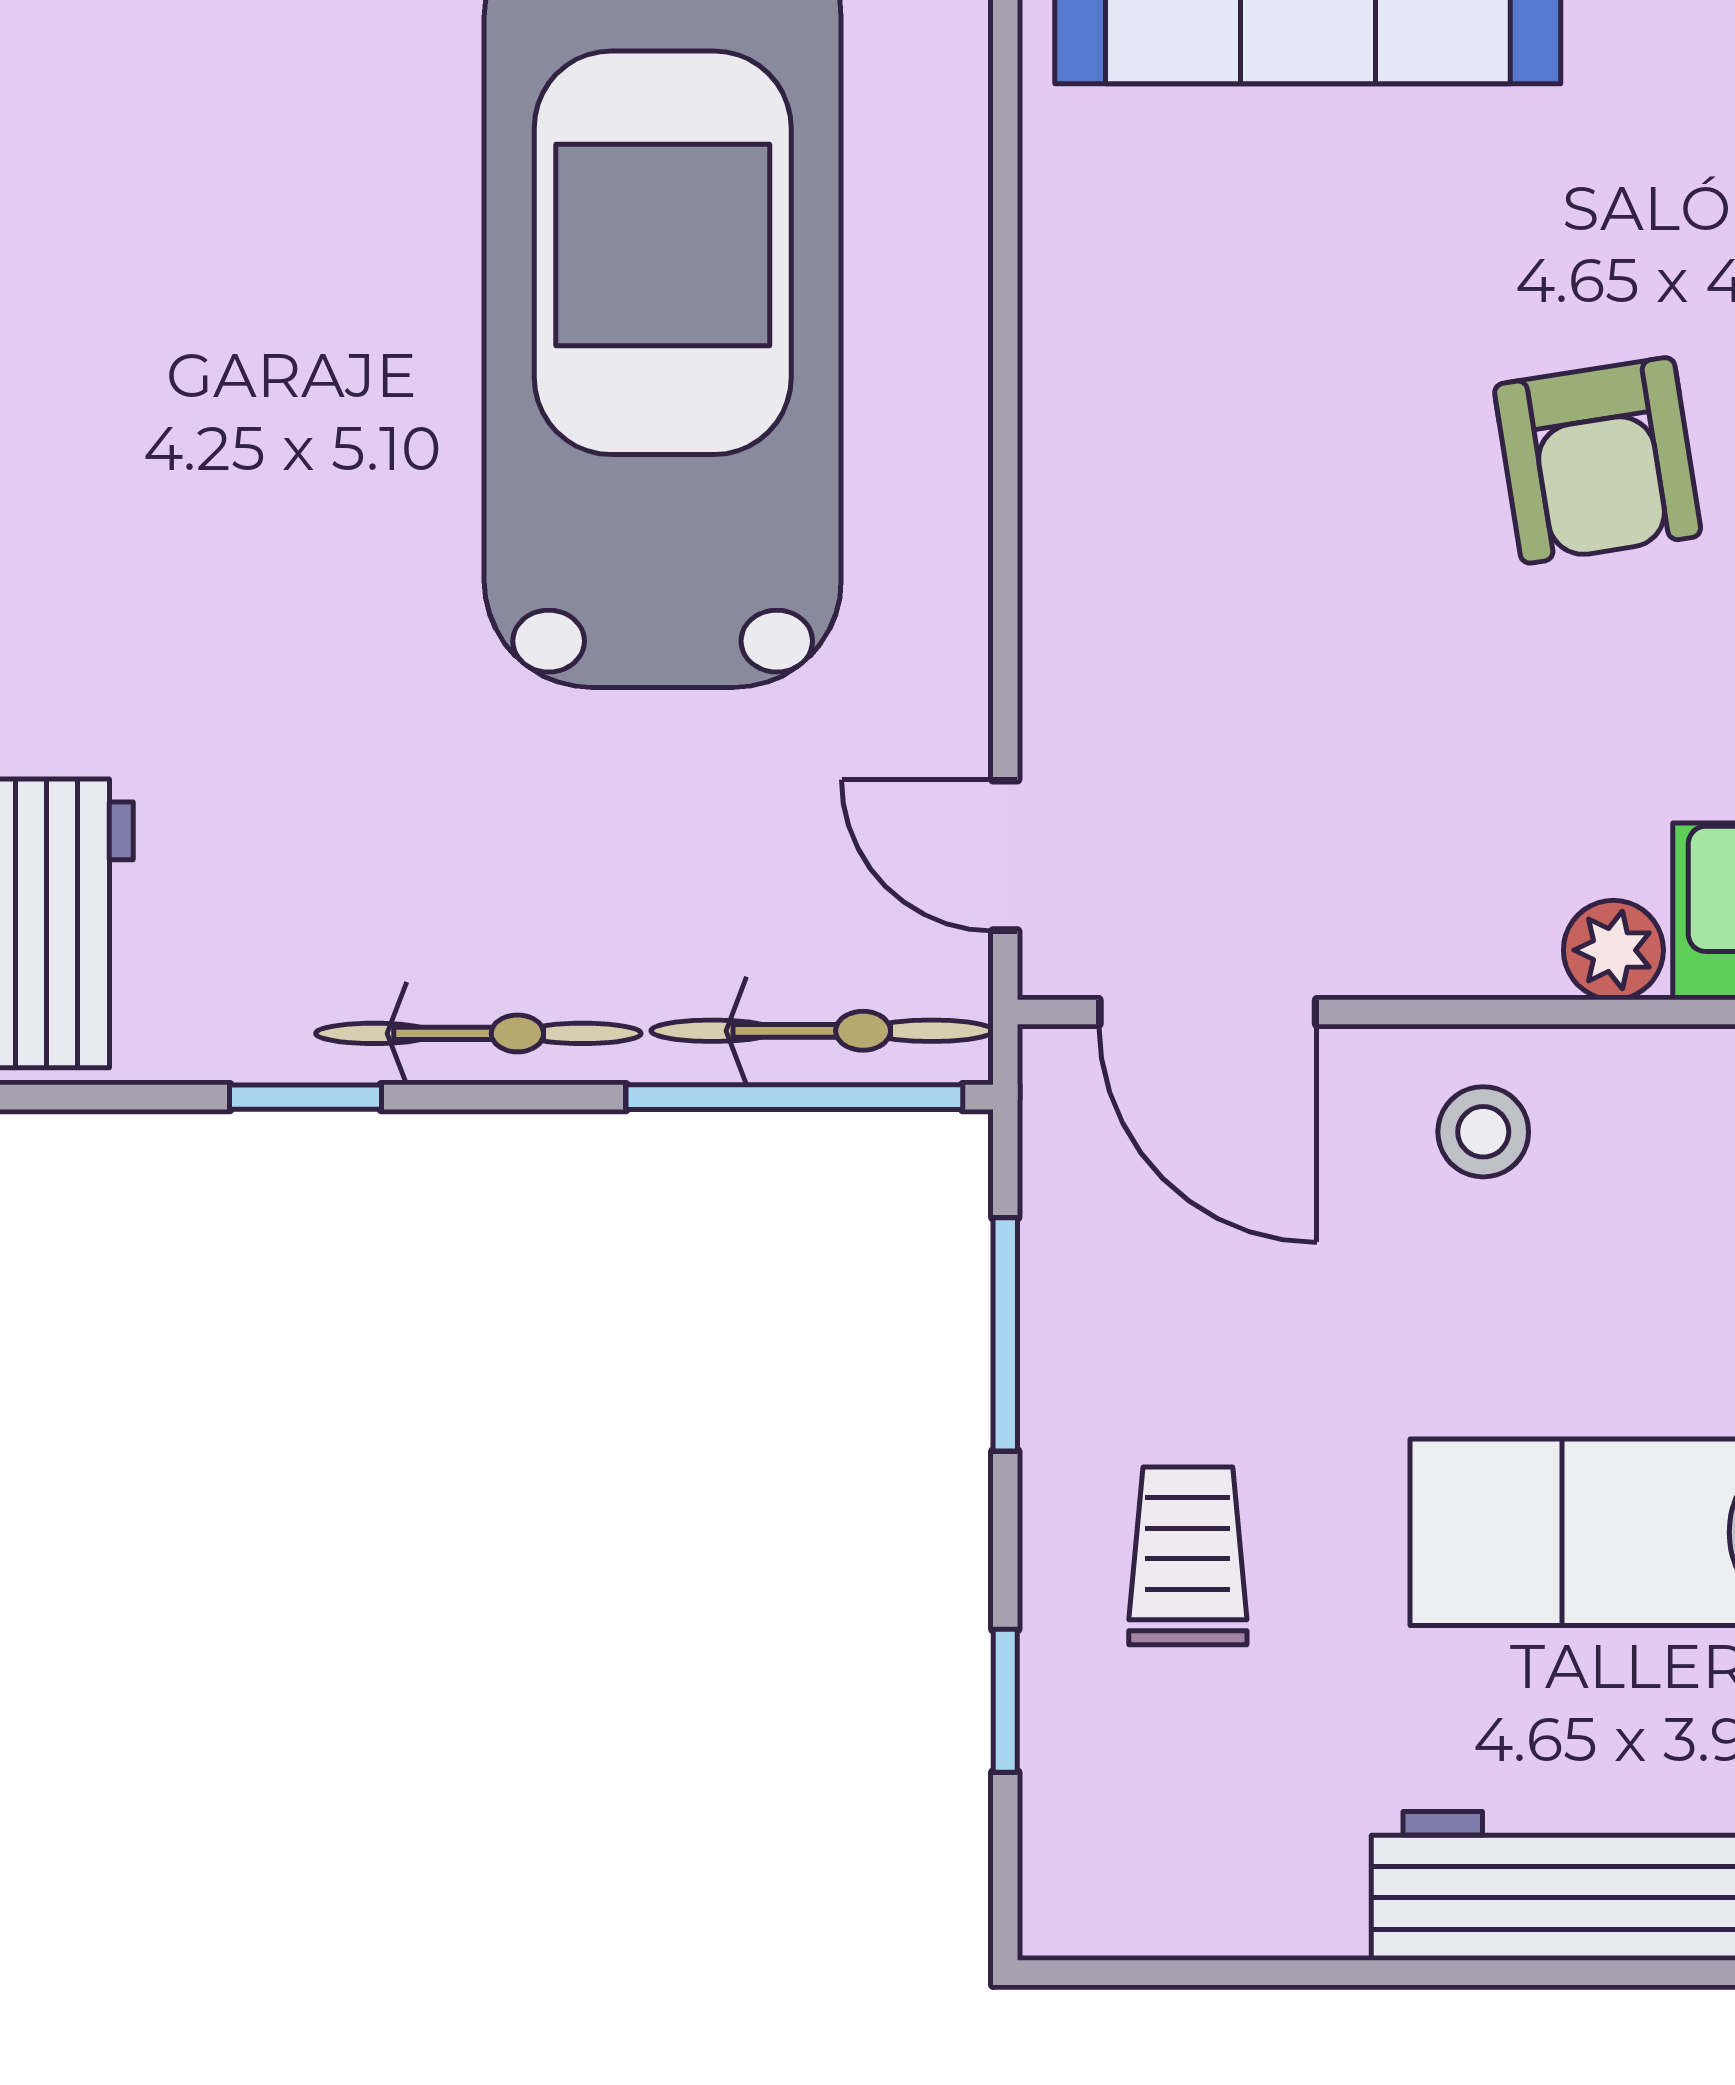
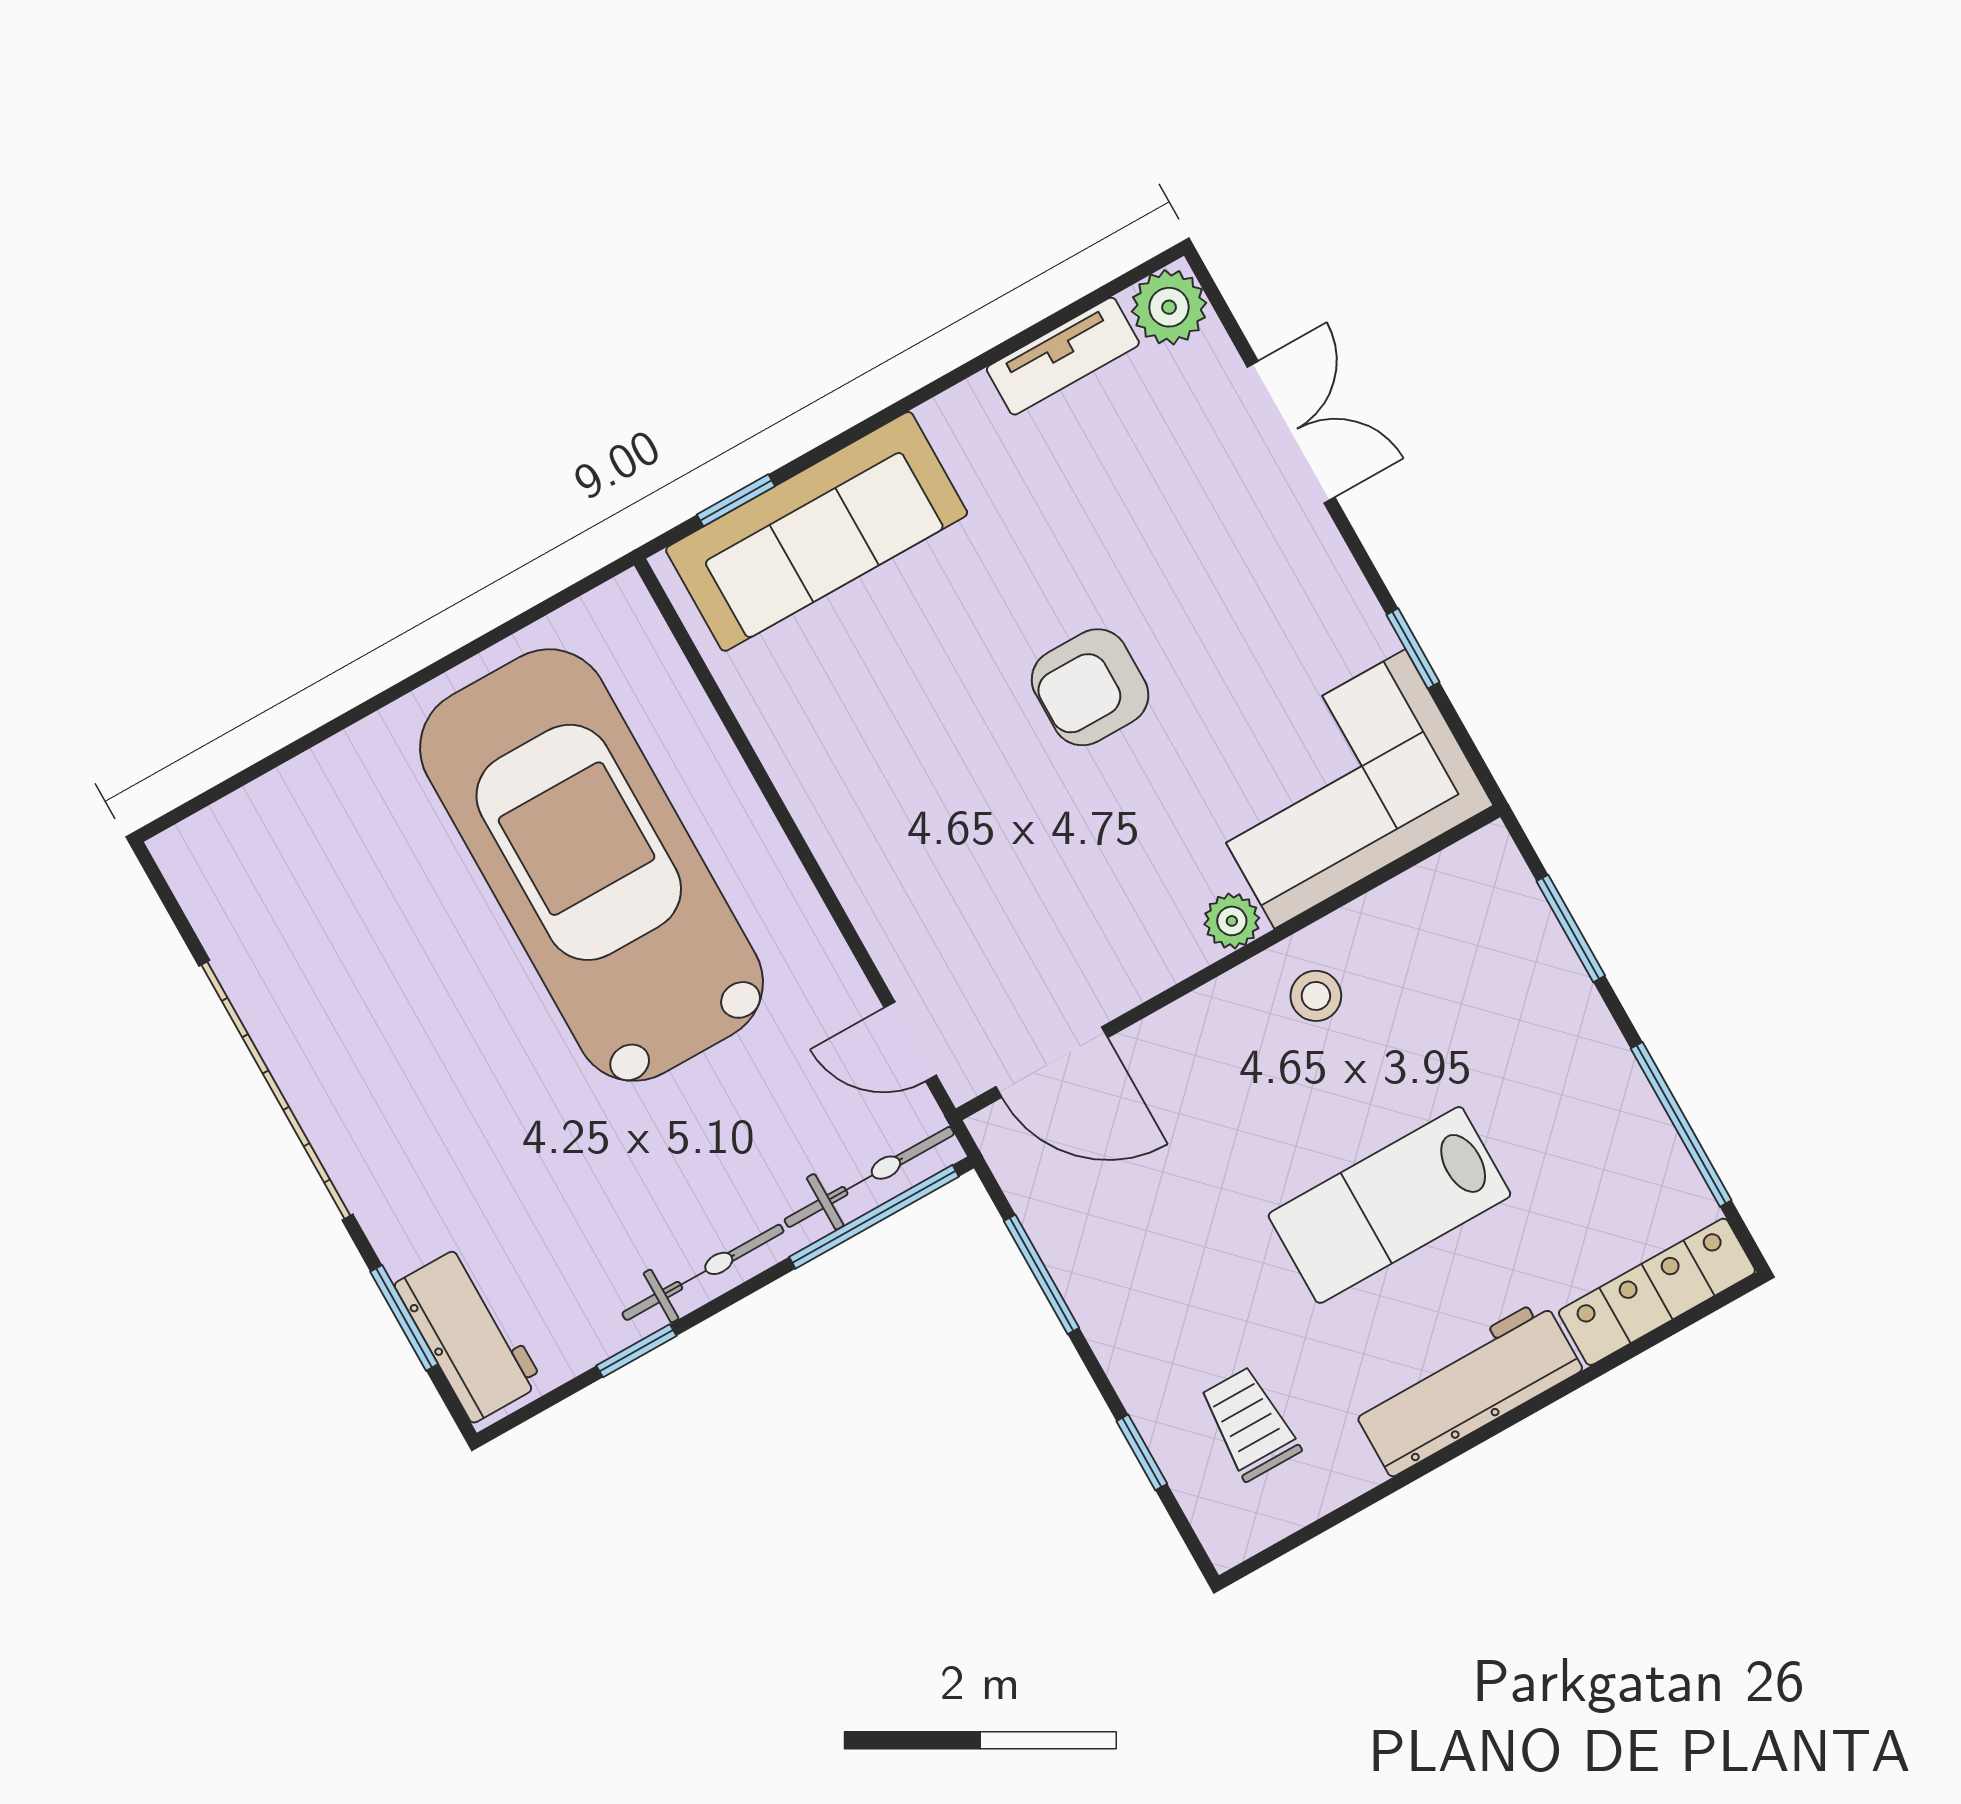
armchair: (1598, 460) -> (1090, 687), turned 99
stool: (1483, 1132) -> (1316, 996), moved
trolley: (1188, 1556) -> (1250, 1424), moved

